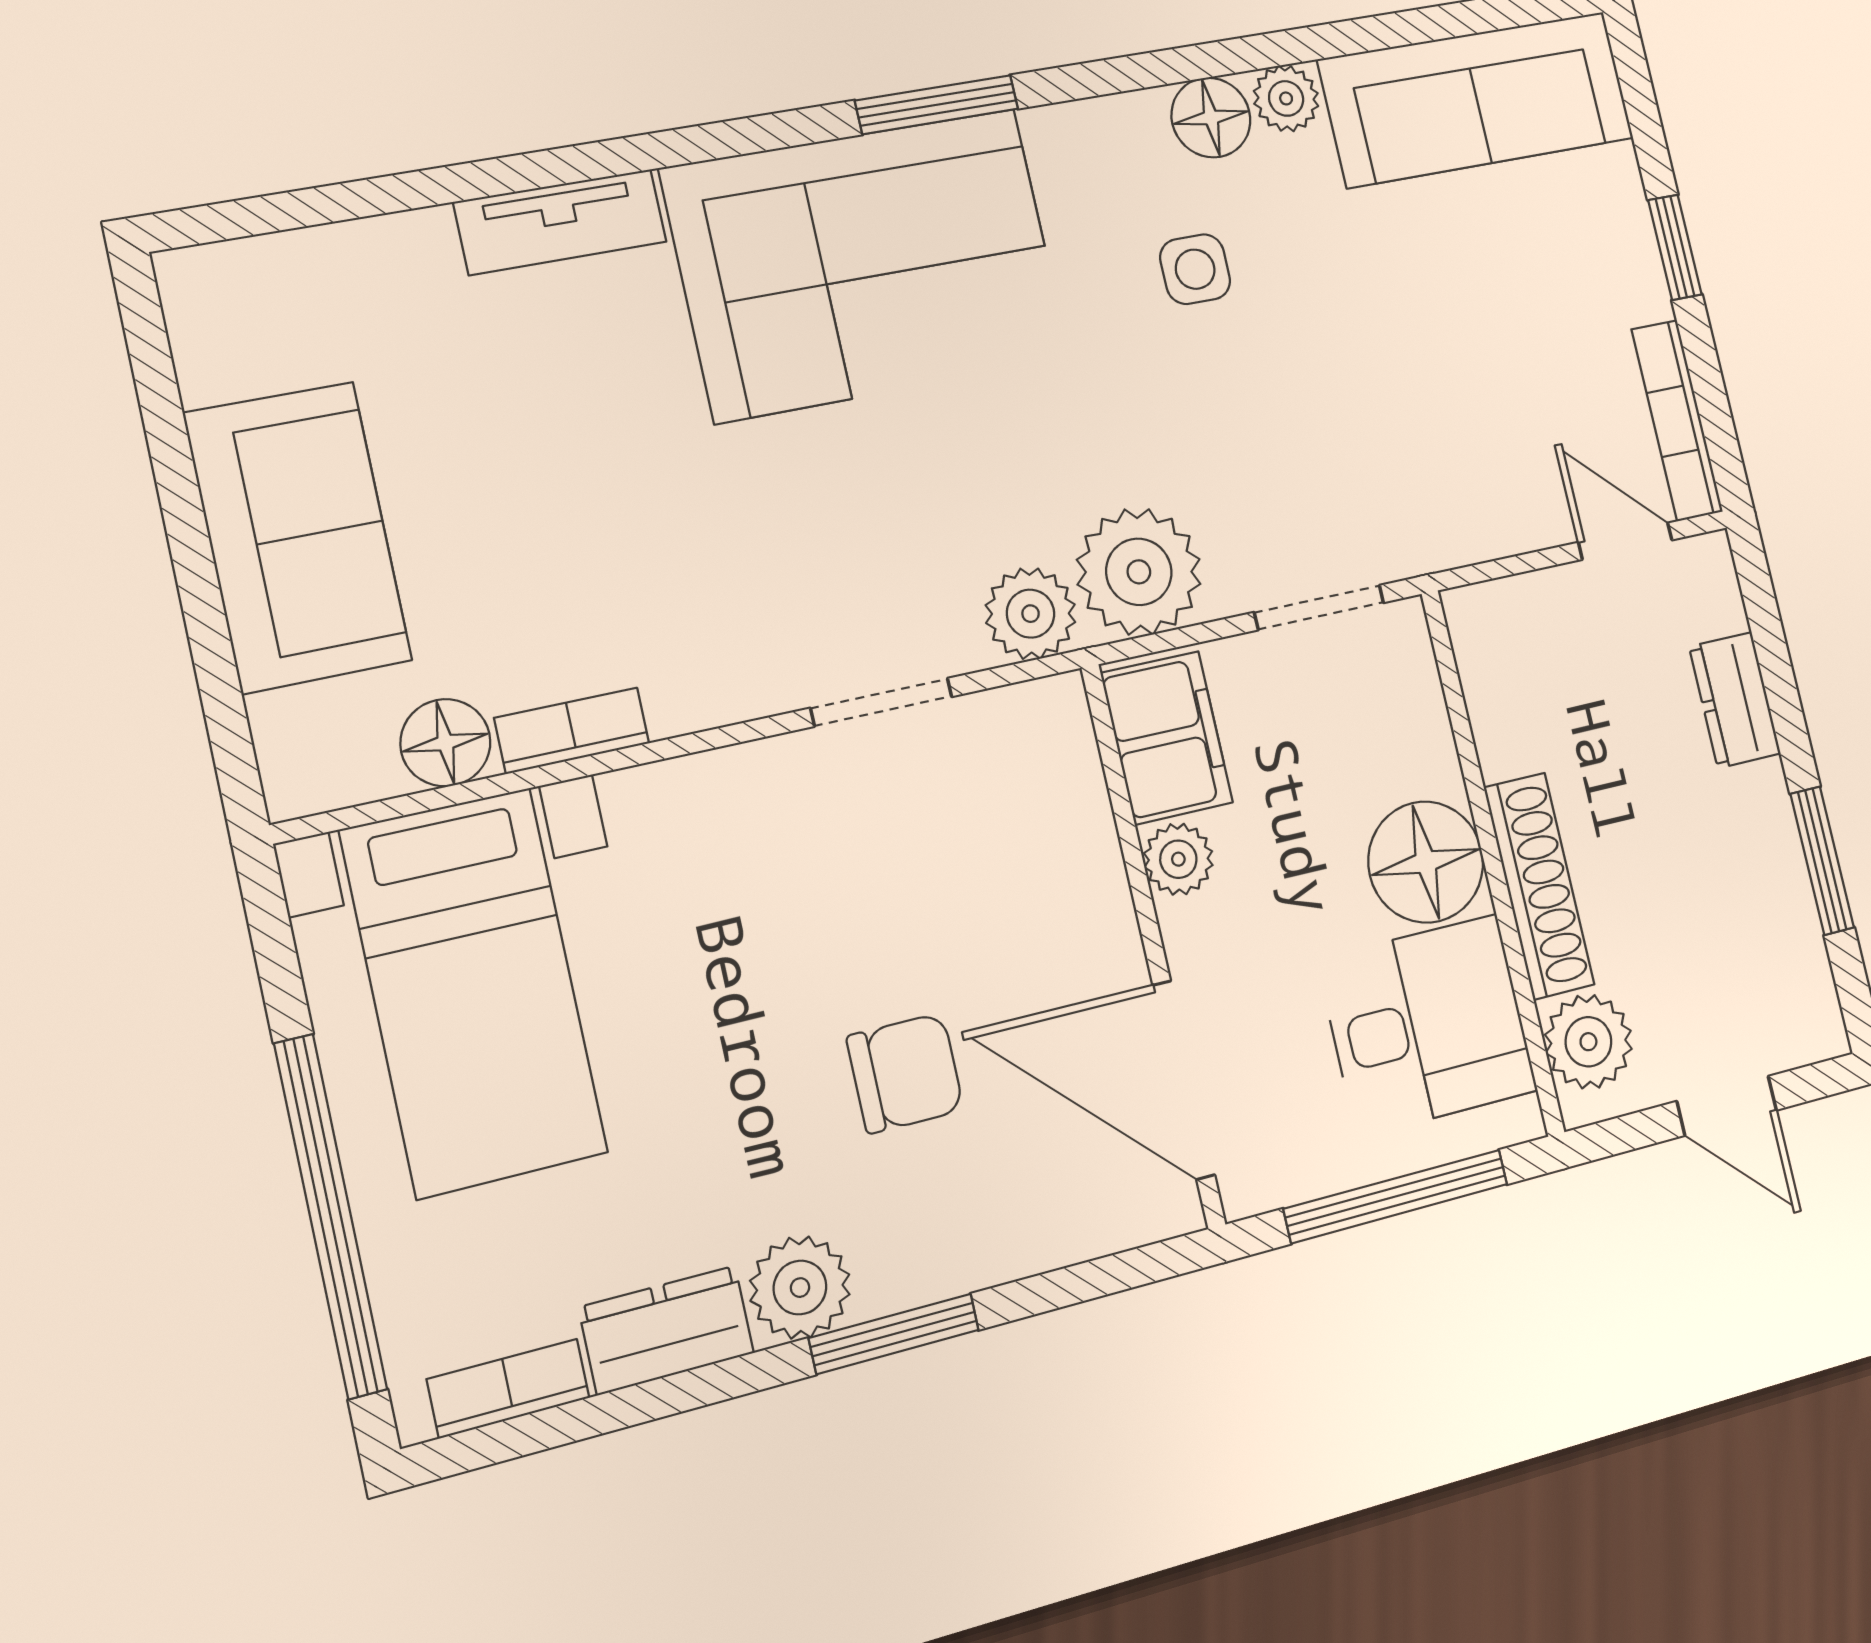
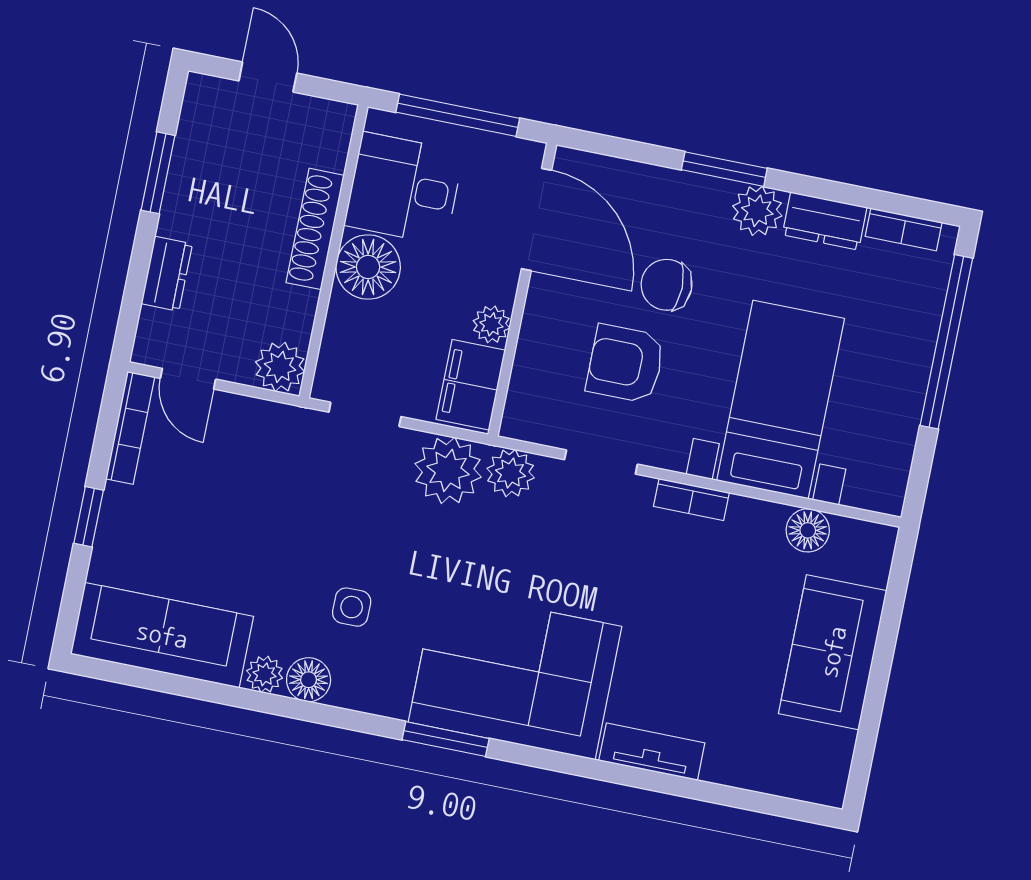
bookcase: (572, 731) -> (691, 500), moved
armchair: (916, 897) -> (625, 364), added
bed with nightstands: (474, 992) -> (781, 400), moved
plant: (1588, 1042) -> (280, 367), moved

